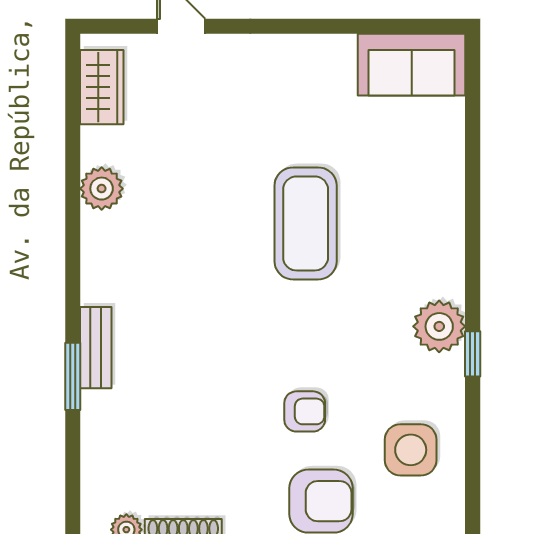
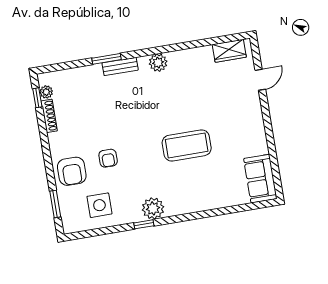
plant: (102, 189) -> (158, 63), moved

